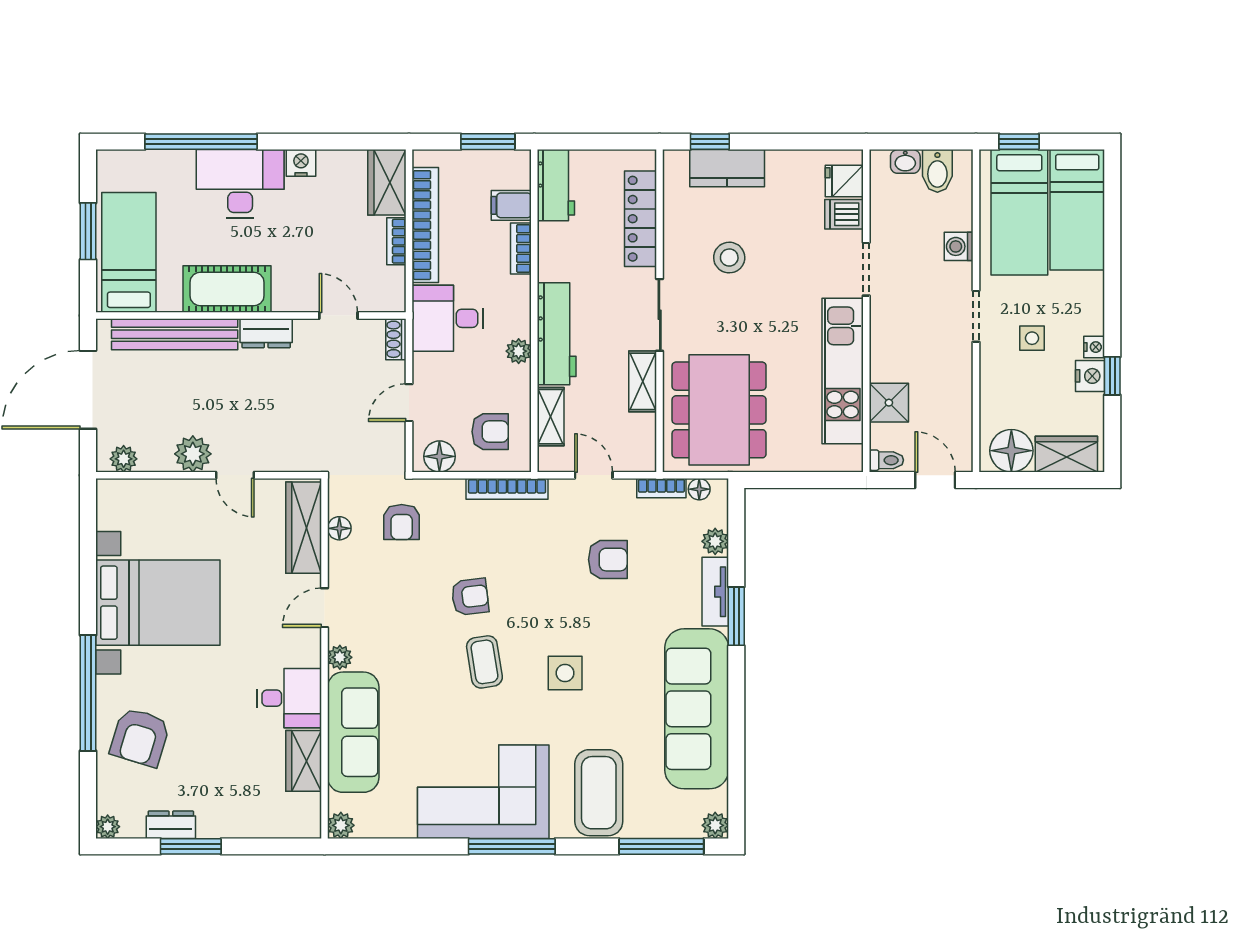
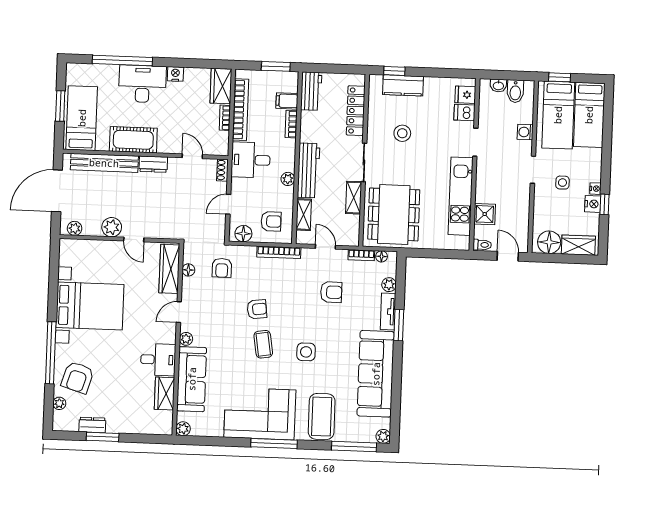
plant: (108, 827) -> (59, 403), moved

